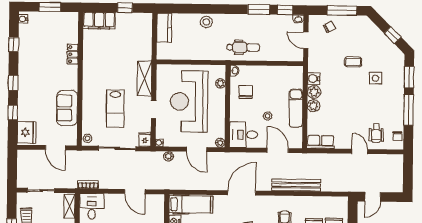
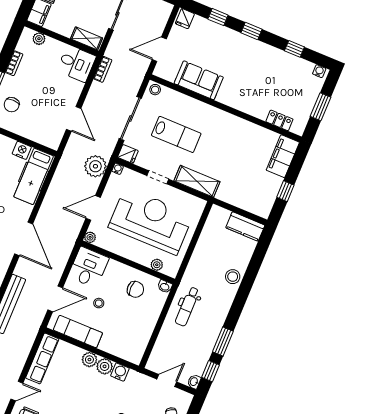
locker: (73, 54) -> (279, 120), moved
exam couch: (296, 108) -> (78, 332), moved
lab bench: (115, 109) -> (176, 134), turned 180
fridge: (27, 132) -> (185, 19), width x0.53, depth x0.75
row of seats: (321, 142) -> (42, 358), width x1.48
plant: (168, 156) -> (95, 166), width x1.88, depth x1.88
door: (135, 192) -> (74, 119), swing flipped

